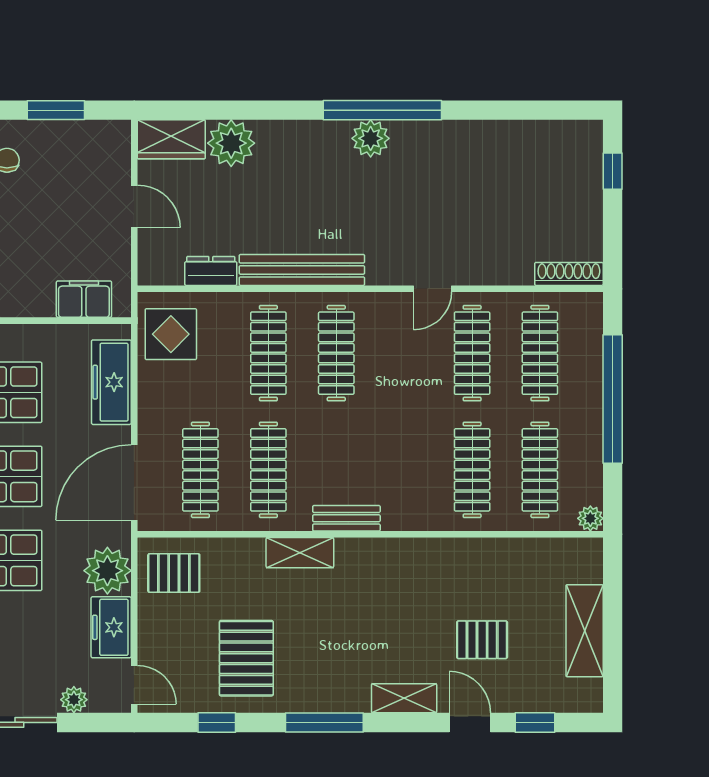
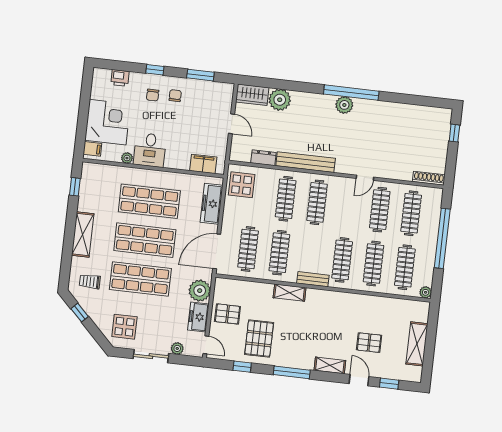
clothes rail: (404, 470) -> (342, 260), added
pallet: (174, 573) -> (227, 314), moved

